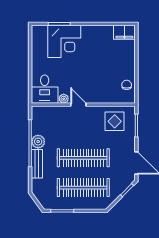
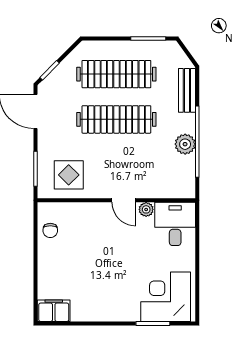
corner desk: (64, 41) -> (166, 297), moved
bench: (37, 164) -> (187, 90), moved

